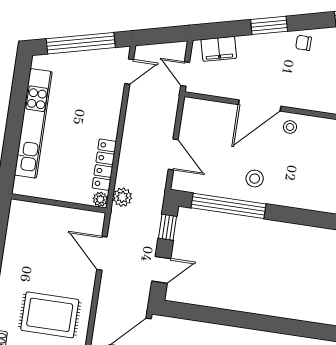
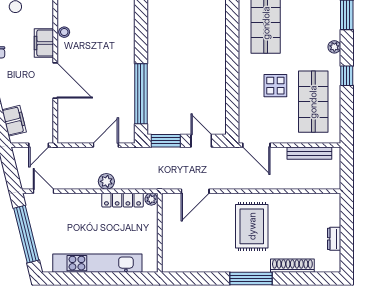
filing cabinet: (307, 99) -> (44, 43), added
stool: (290, 127) -> (64, 32), moved
stool: (255, 179) -> (115, 76), removed
plant: (122, 197) -> (106, 181), moved
window: (168, 227) -> (166, 141), width x1.50

